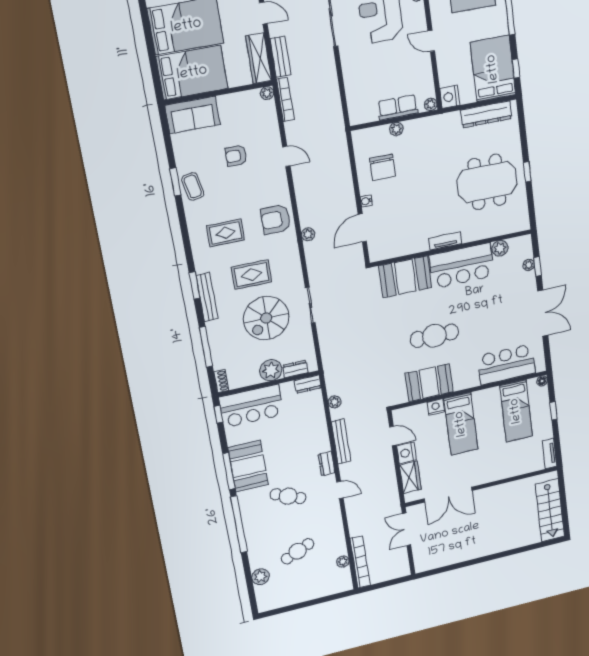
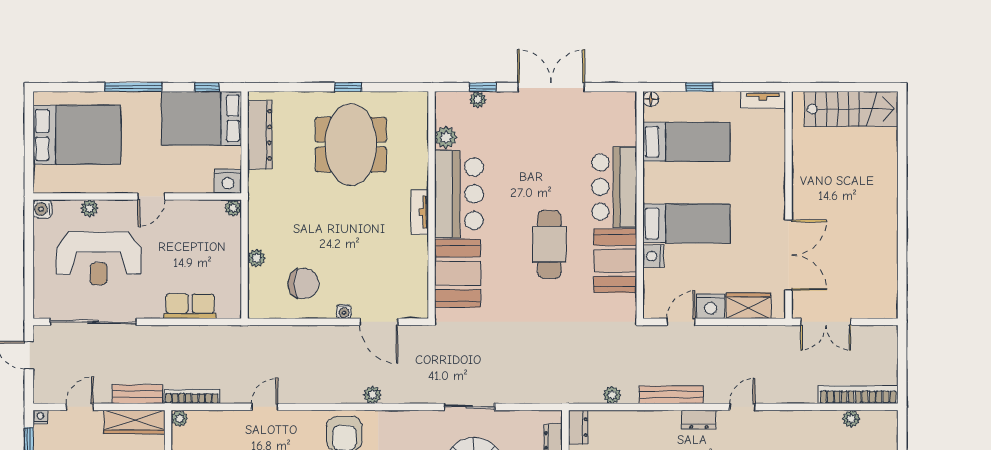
row of seats: (398, 107) -> (190, 306), moved, turned 90
bar counter: (506, 364) -> (614, 187), moved

